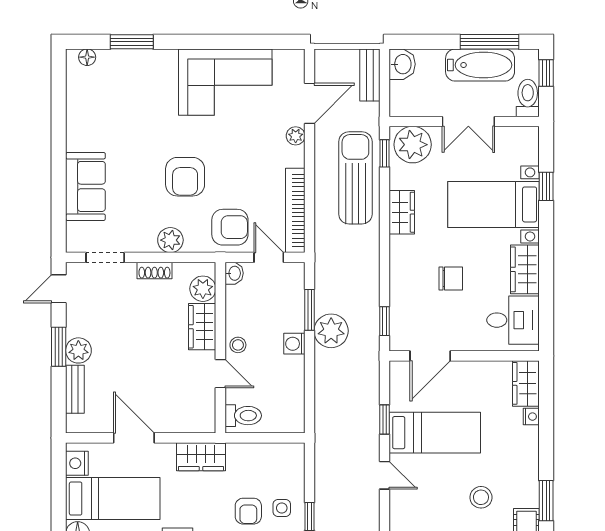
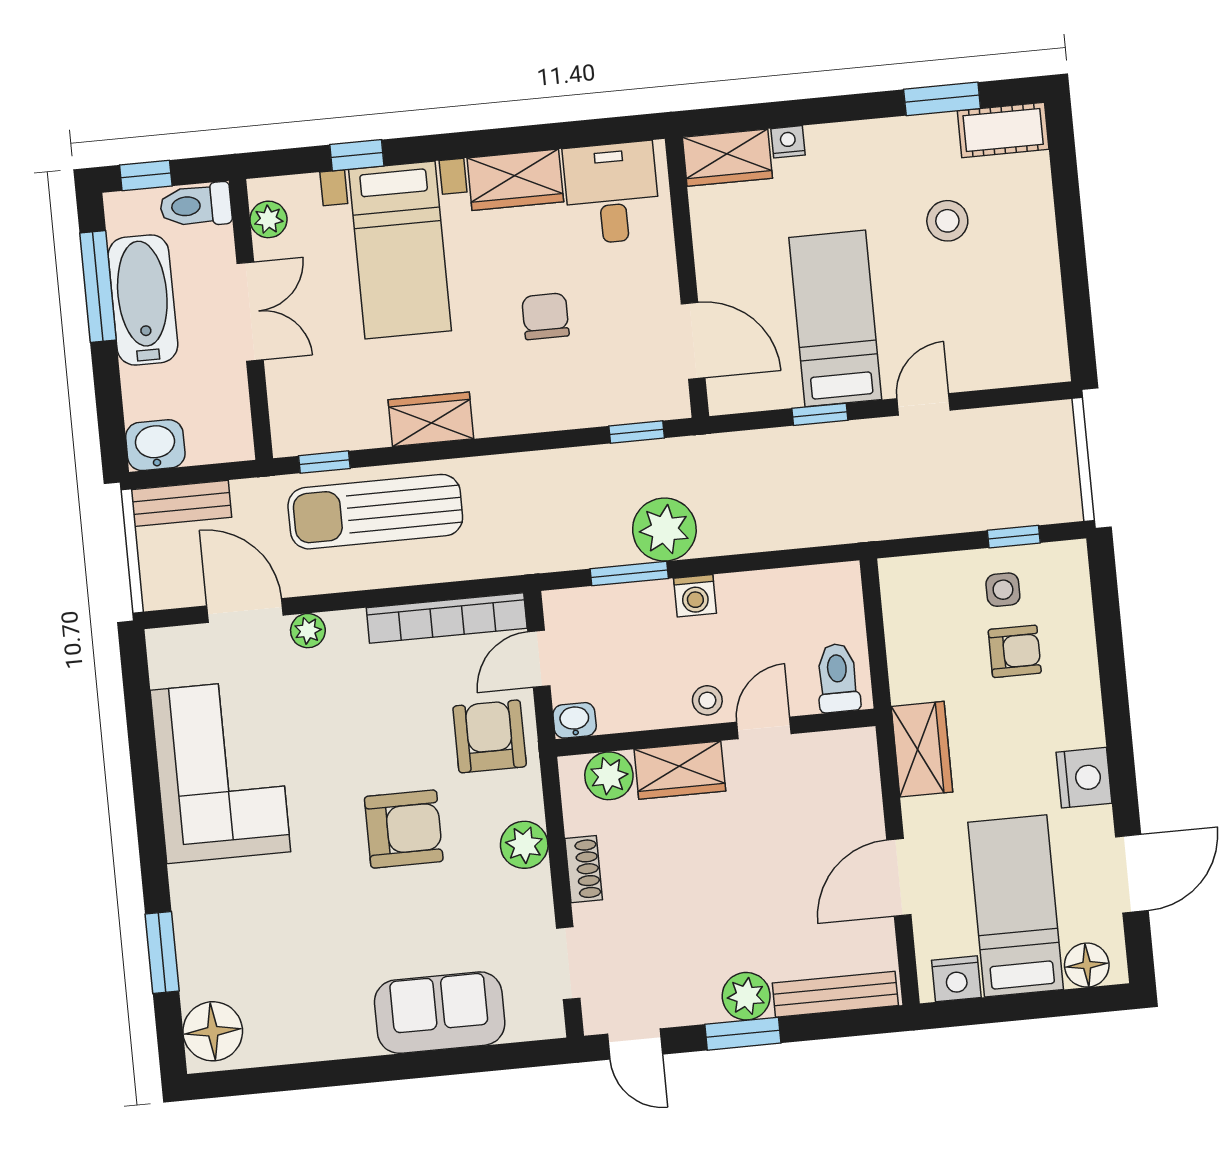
floor lamp: (87, 57) -> (213, 1031), width x1.89, depth x1.89
plant: (413, 145) -> (268, 219), moved, width x0.53, depth x0.53
bench: (75, 389) -> (835, 994), width x1.36

